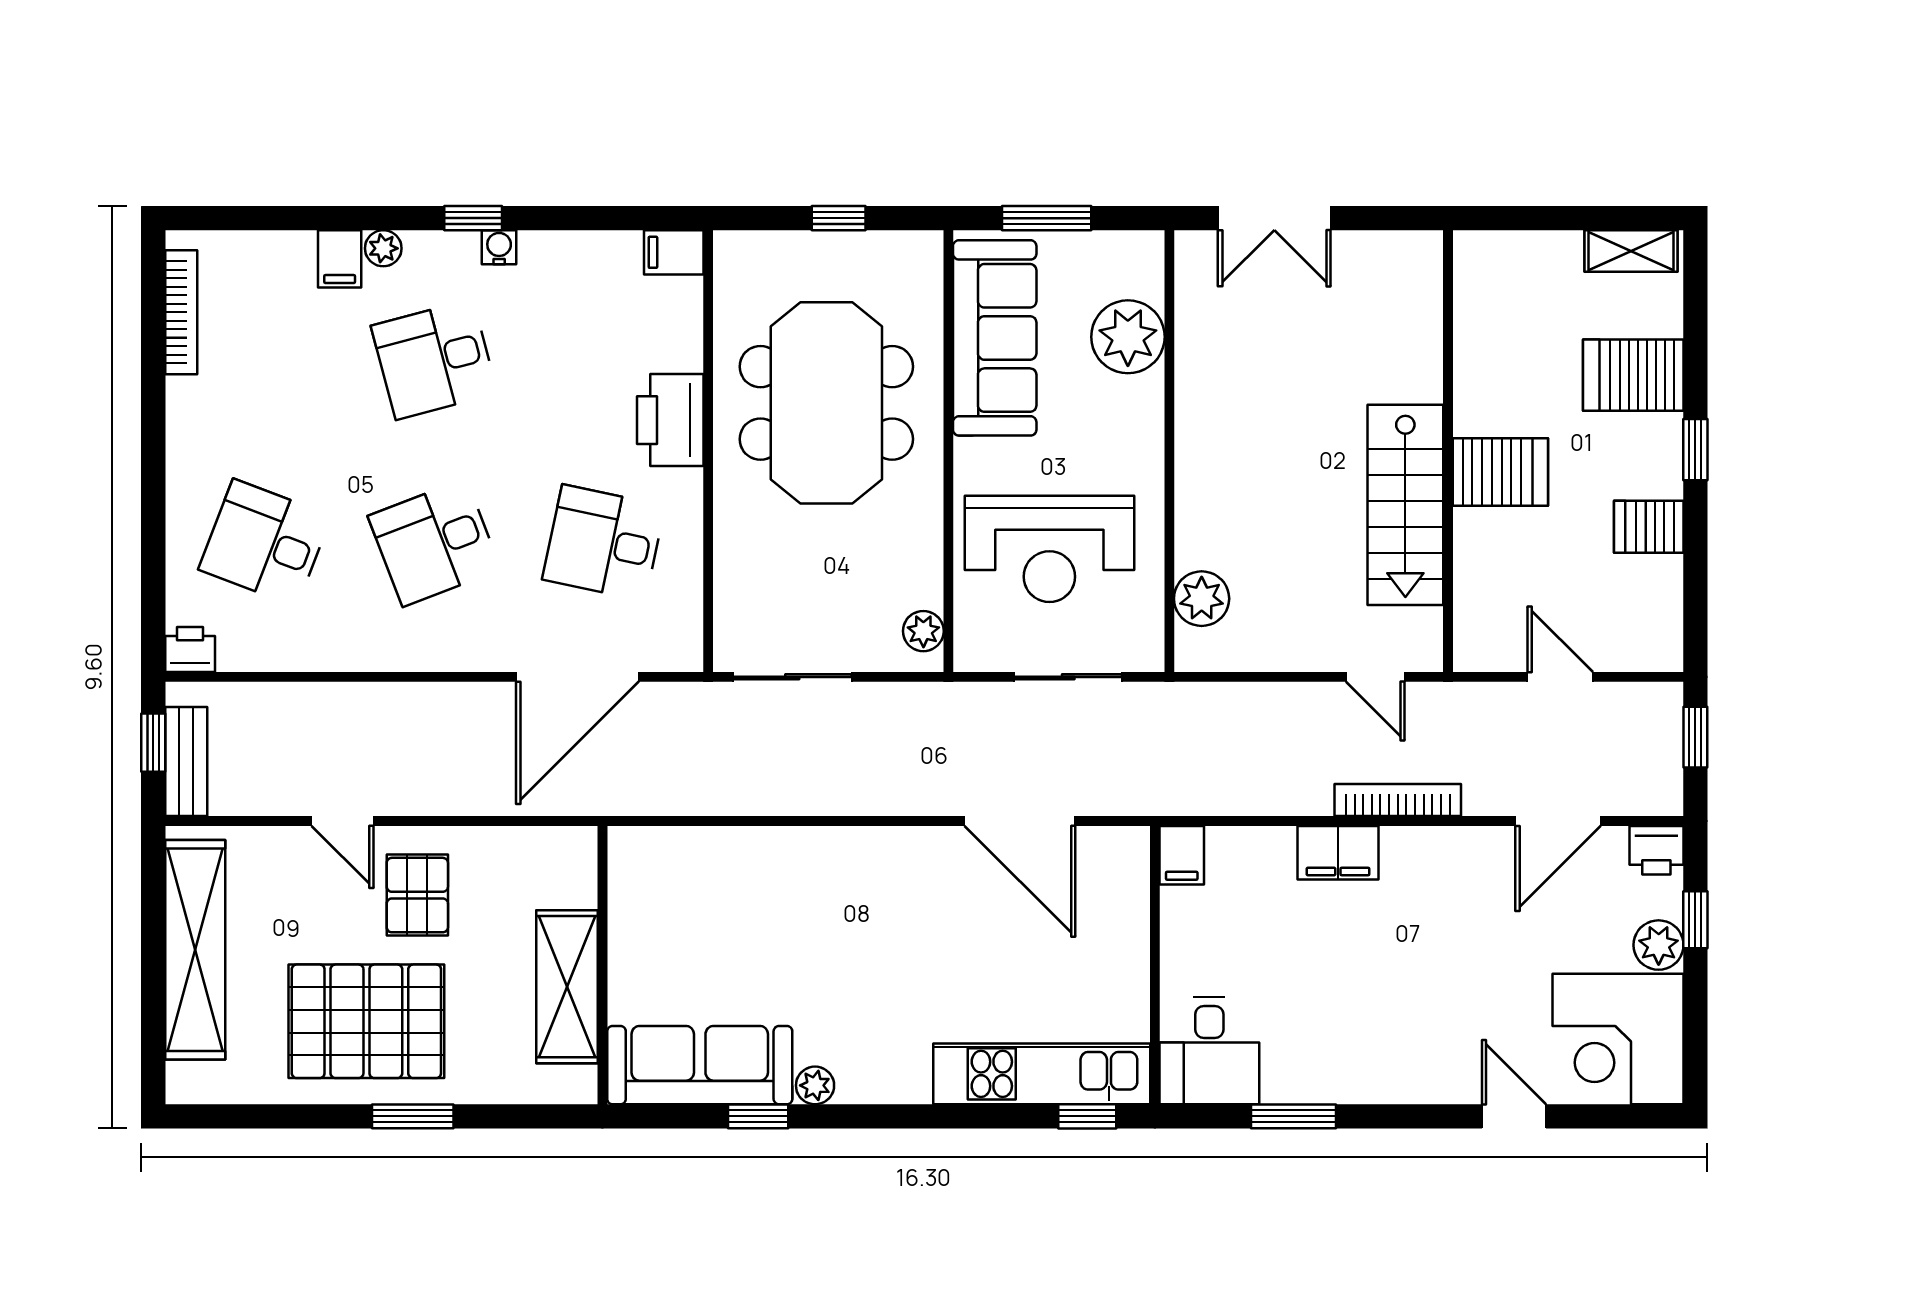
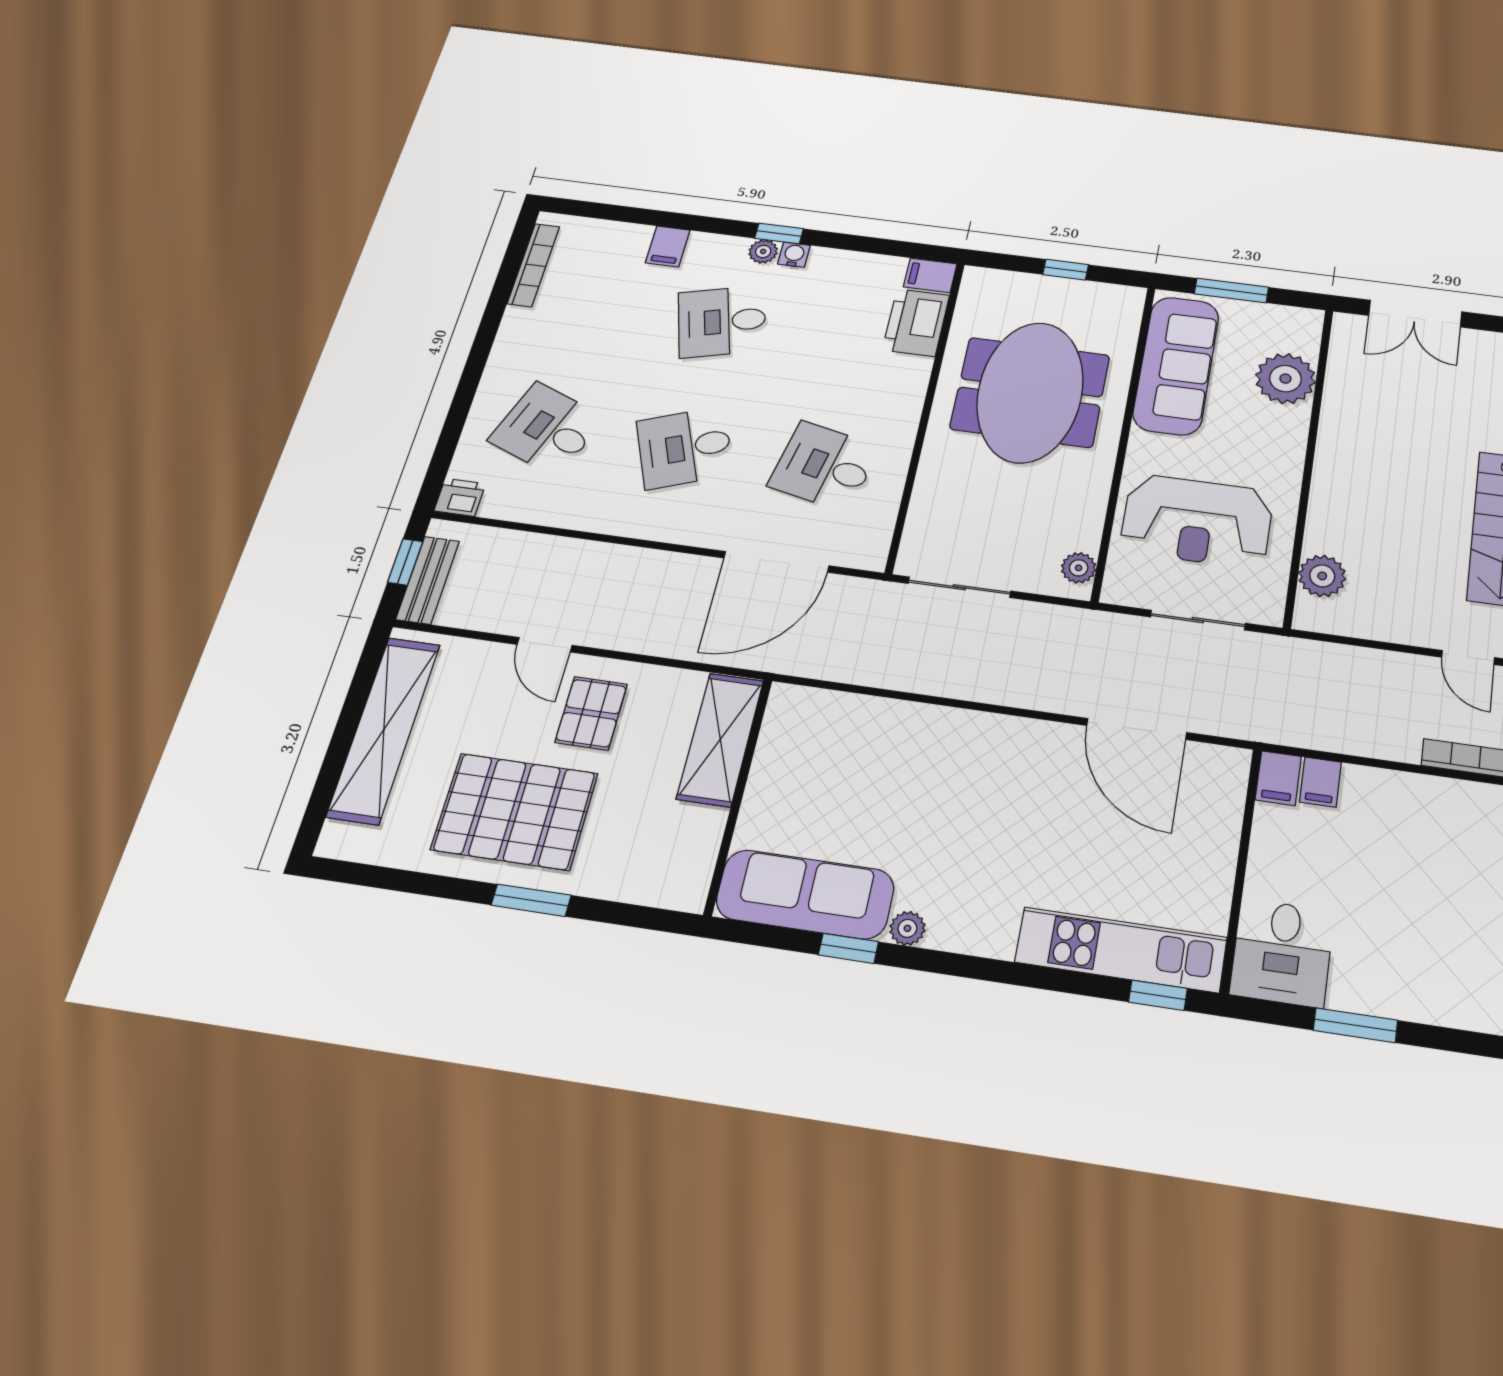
plant: (383, 248) -> (763, 251), moved
printer: (670, 420) -> (916, 322), moved
filing cabinet: (1338, 853) -> (1320, 782), moved, width x0.50
shelving: (567, 987) -> (720, 739), moved

